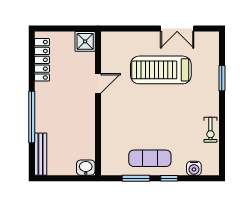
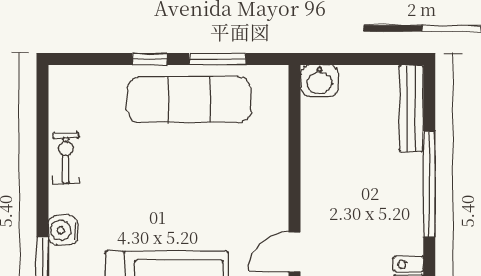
exercise mat: (150, 158) -> (189, 100), width x1.36, depth x1.45
water cooler: (194, 168) -> (63, 230), moved, turned -90

